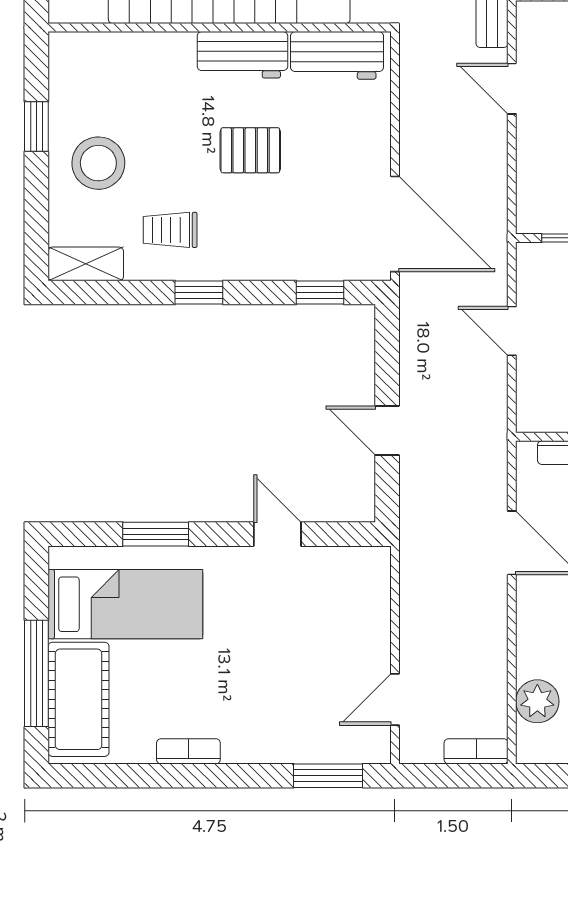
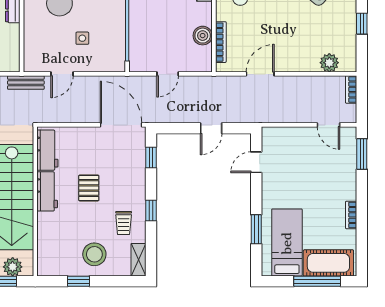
door: (395, 224) -> (121, 125), hinge flipped
door: (277, 534) -> (256, 162), moved

